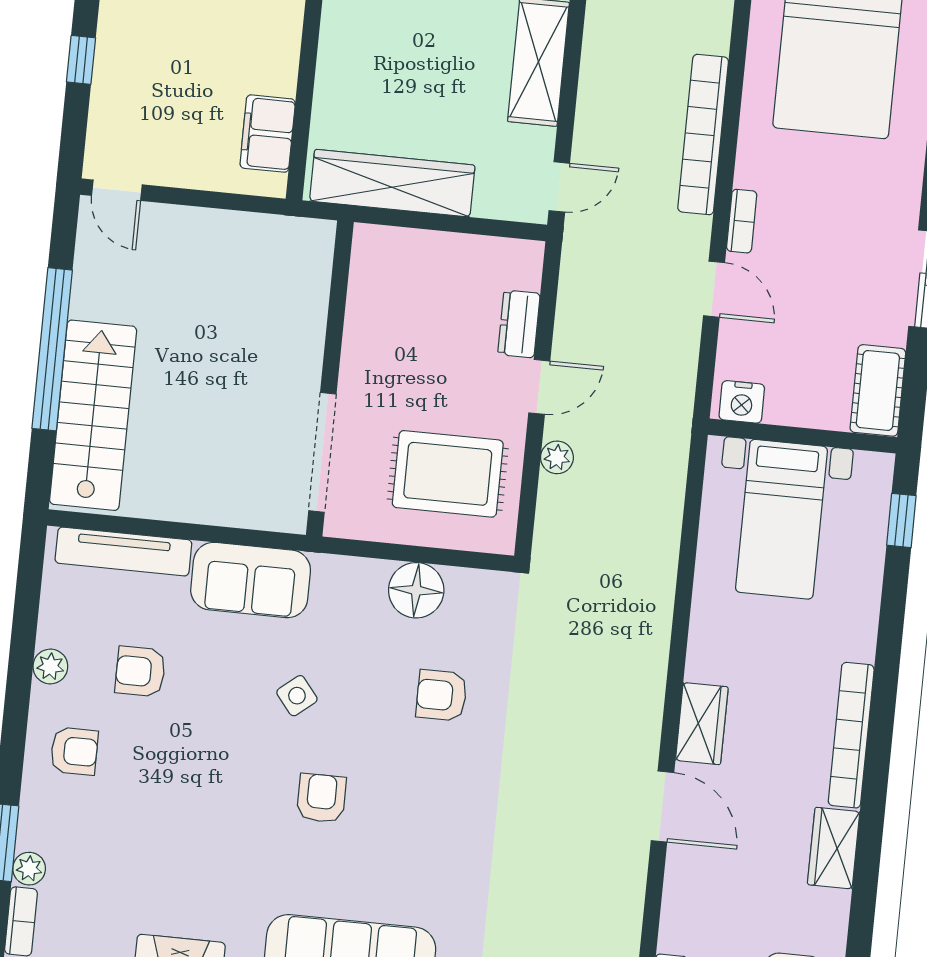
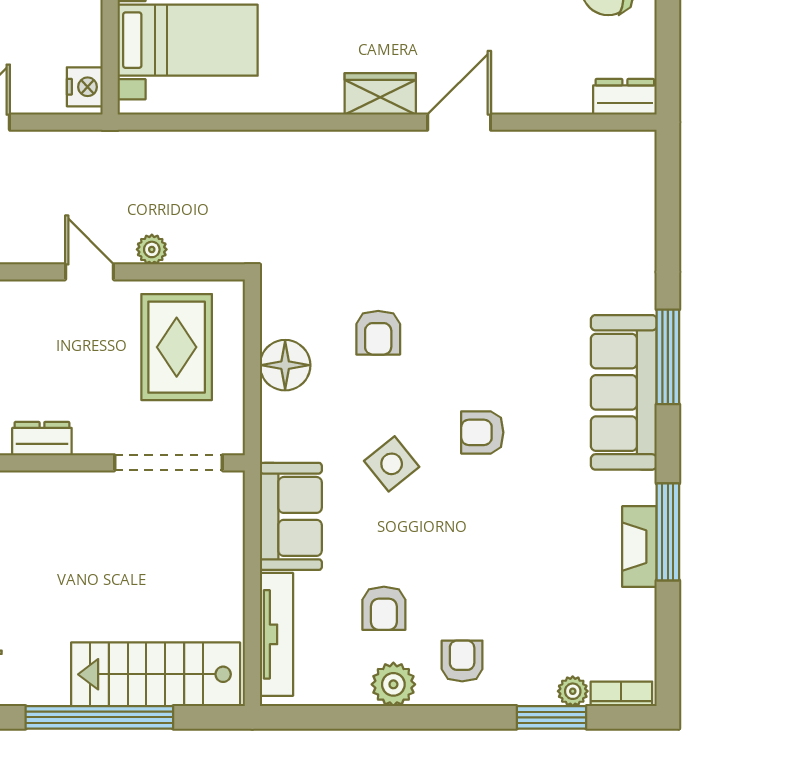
dresser: (519, 324) -> (42, 439), moved, turned 180
plant: (50, 666) -> (393, 684), width x1.38, depth x1.38
side table: (297, 696) -> (392, 464), width x1.37, depth x1.37

